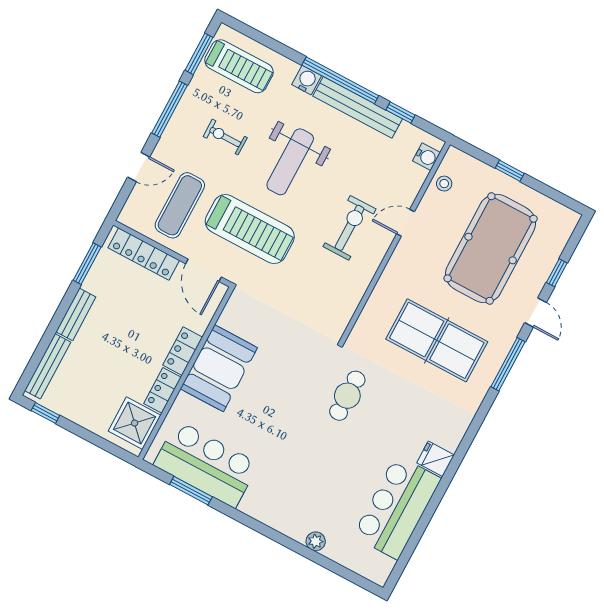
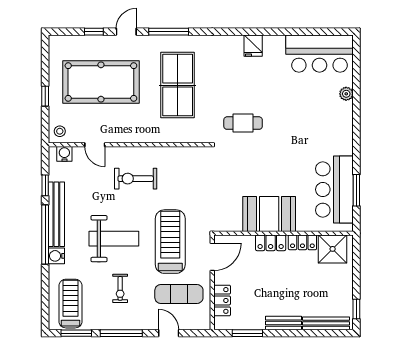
stool: (444, 184) -> (60, 131), moved
door: (405, 223) -> (95, 145), moved
locker: (144, 254) -> (222, 300), width x0.66
bar counter: (397, 507) -> (319, 54), moved

